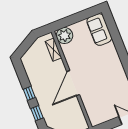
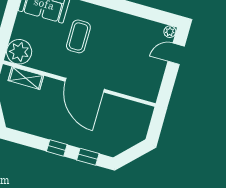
coffee table: (96, 60) -> (78, 36), added

